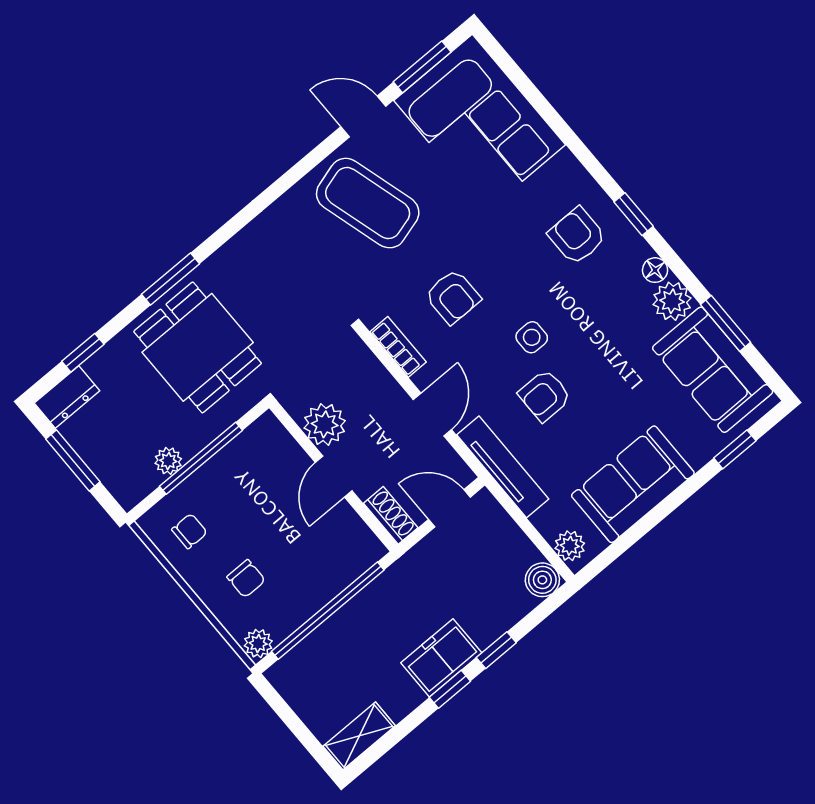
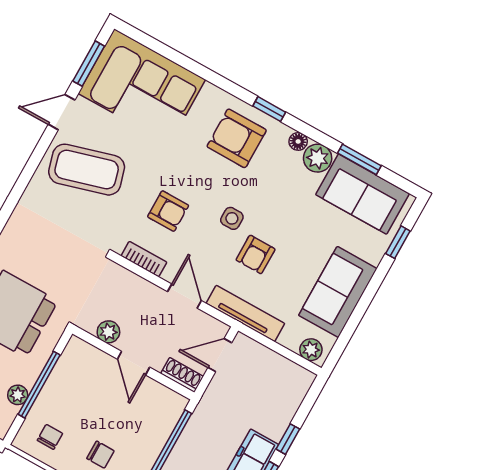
armchair: (577, 236) -> (237, 138), width x1.38, depth x1.38
plant: (325, 424) -> (108, 332), width x0.73, depth x0.73
boiler: (542, 580) -> (301, 380), removed

